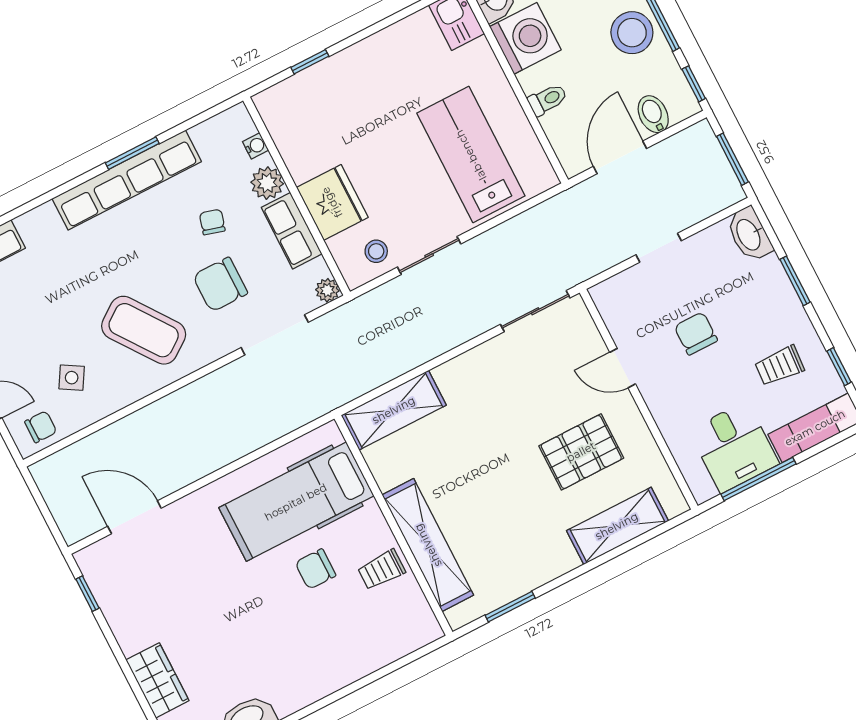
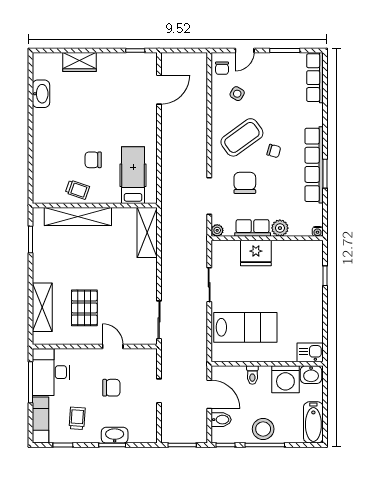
water cooler: (256, 146) -> (317, 231), moved
chair: (212, 222) -> (274, 151), moved
washbasin: (749, 234) -> (115, 435), moved
stool: (376, 251) -> (223, 262), removed
door: (623, 368) -> (113, 346), hinge flipped
desk: (734, 447) -> (51, 372), width x1.37
hospital bed: (296, 502) -> (133, 175), width x0.73, depth x0.78
chair: (315, 569) -> (93, 160), turned -90
trolley: (381, 570) -> (77, 190), turned 109

